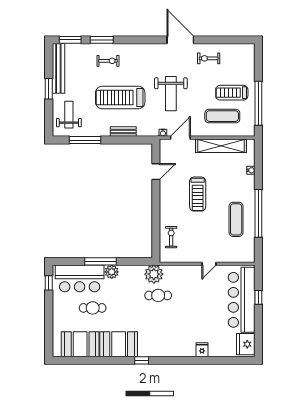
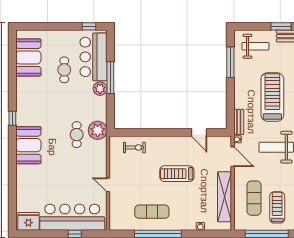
bench: (123, 132) -> (239, 122), moved
booth: (119, 344) -> (28, 145), moved
fridge: (202, 350) -> (23, 178), removed

